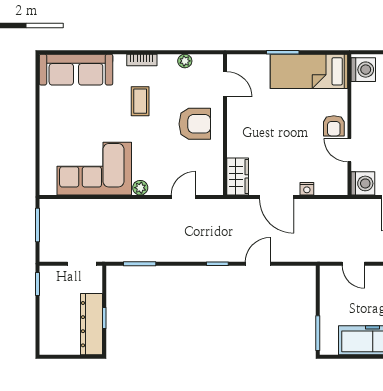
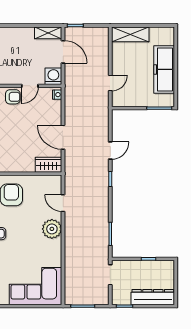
corner sofa: (94, 169) -> (36, 286), moved, turned 90
plant: (140, 188) -> (52, 229), width x1.88, depth x1.88
nightstand: (307, 189) -> (57, 95), moved
door: (277, 197) -> (63, 137), swing flipped
door: (258, 264) -> (110, 151), swing flipped
dresser: (91, 324) -> (153, 297), moved, turned 180

